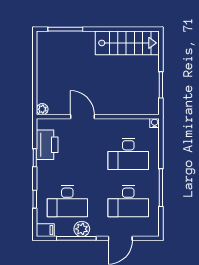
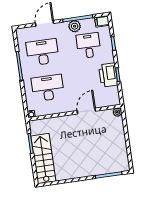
stairs: (127, 43) -> (43, 159), moved, turned 90
door: (82, 117) -> (86, 111), swing flipped
printer: (47, 145) -> (108, 75), moved
desk: (67, 201) -> (88, 46), width x0.73

